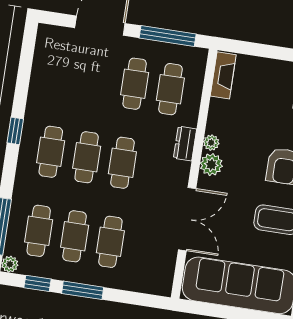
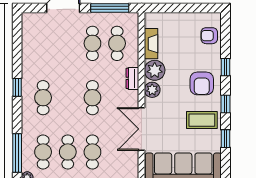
fireplace: (223, 75) -> (151, 44), moved
plant: (211, 143) -> (155, 70), width x1.87, depth x1.87
cafe table: (87, 157) -> (68, 98), removed
double door: (187, 219) -> (142, 129), swing flipped

